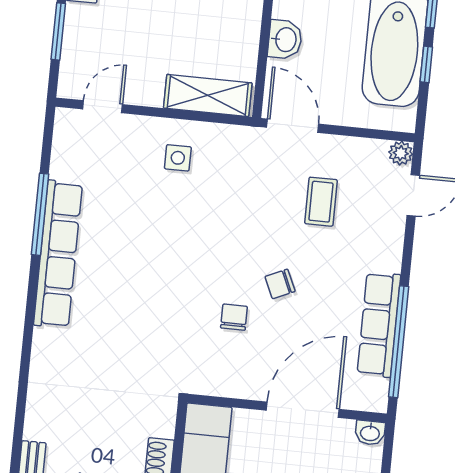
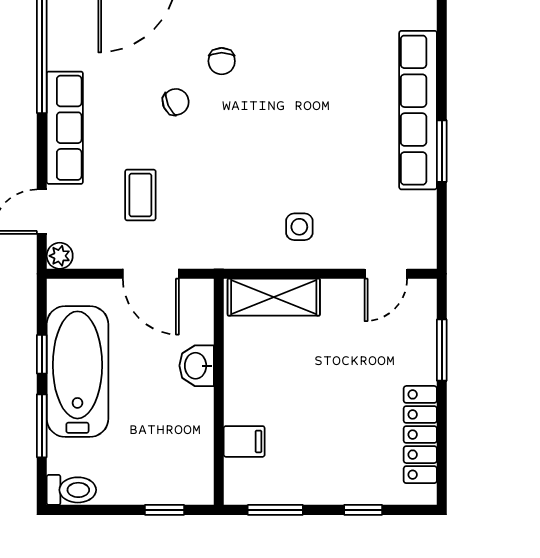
door: (293, 126) -> (151, 274), moved
window: (40, 214) -> (442, 151), width x0.69
row of seats: (379, 325) -> (65, 128), moved

